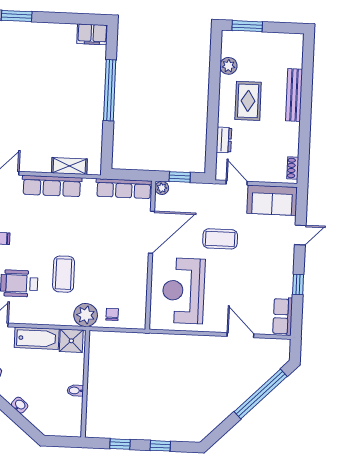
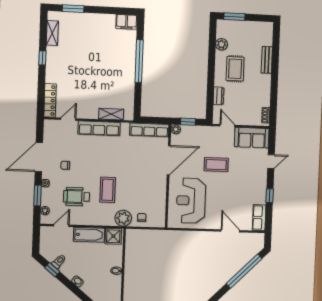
bench: (294, 95) -> (267, 60), width x0.73

